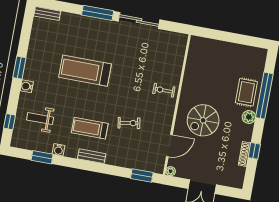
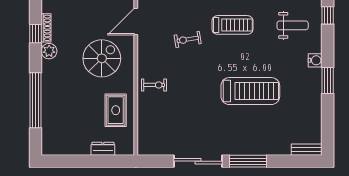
dresser: (216, 45) -> (103, 149), added
rug: (246, 92) -> (116, 110), moved
plant: (249, 117) -> (49, 51), moved

